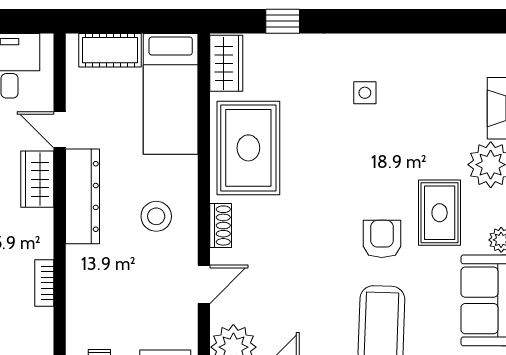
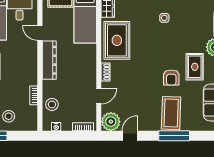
wardrobe: (37, 179) -> (31, 53), removed
stool: (156, 216) -> (52, 104), moved
armchair: (382, 239) -> (171, 77), turned 180

